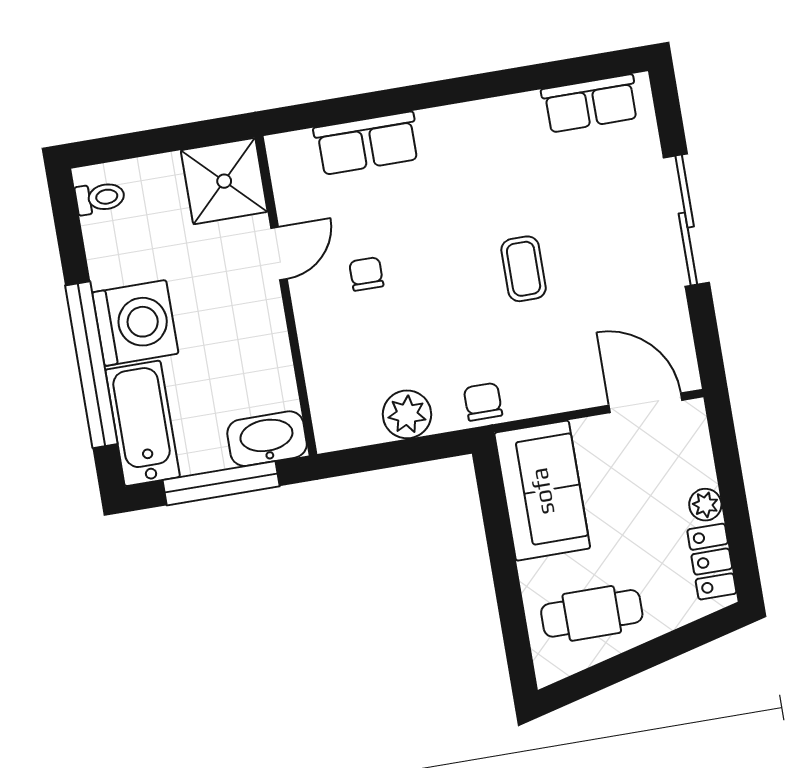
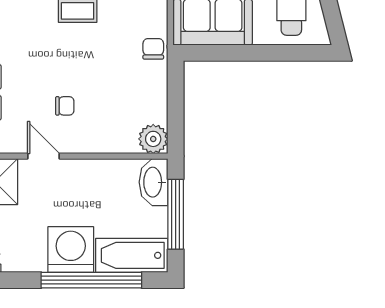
chair: (366, 274) -> (65, 106), turned 180
chair: (483, 402) -> (153, 49), turned 90
plant: (407, 414) -> (153, 139), moved

